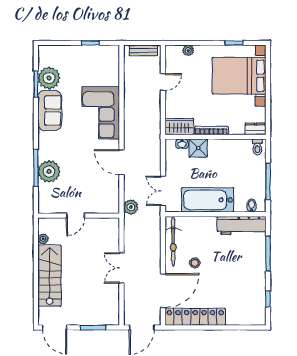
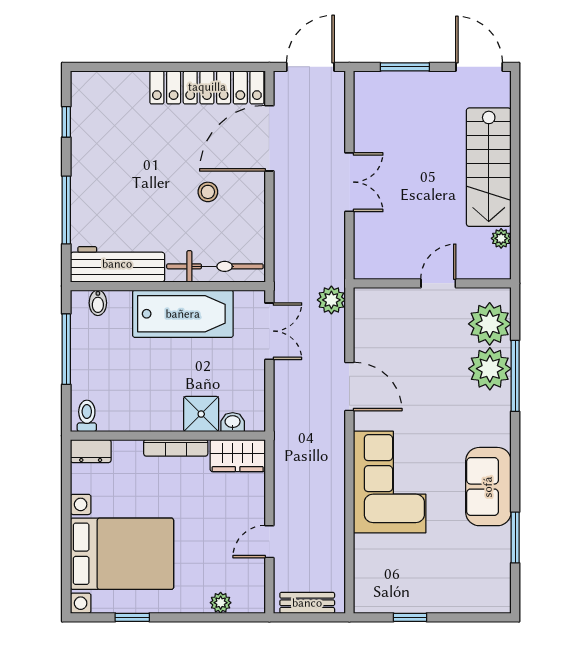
plant: (49, 78) -> (490, 324), moved
bicycle: (173, 241) -> (215, 266), moved, turned 90

